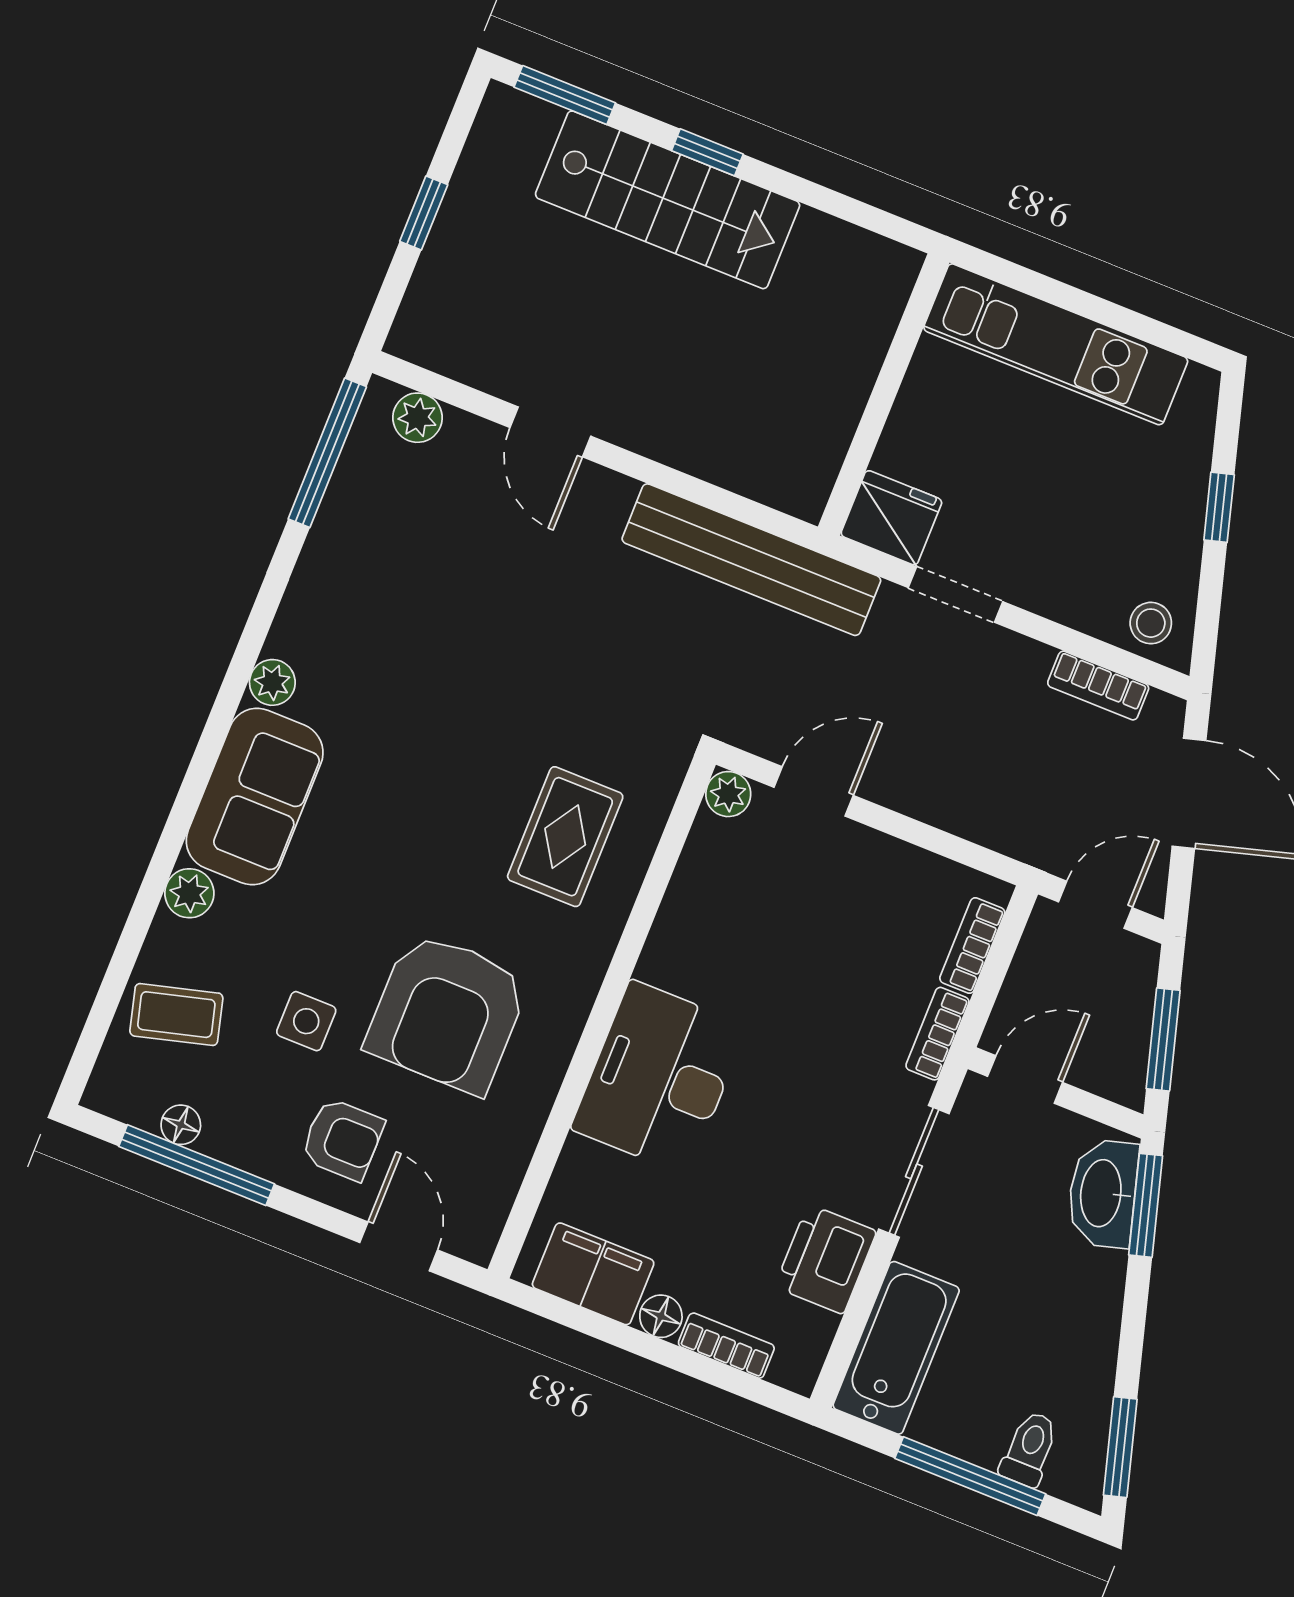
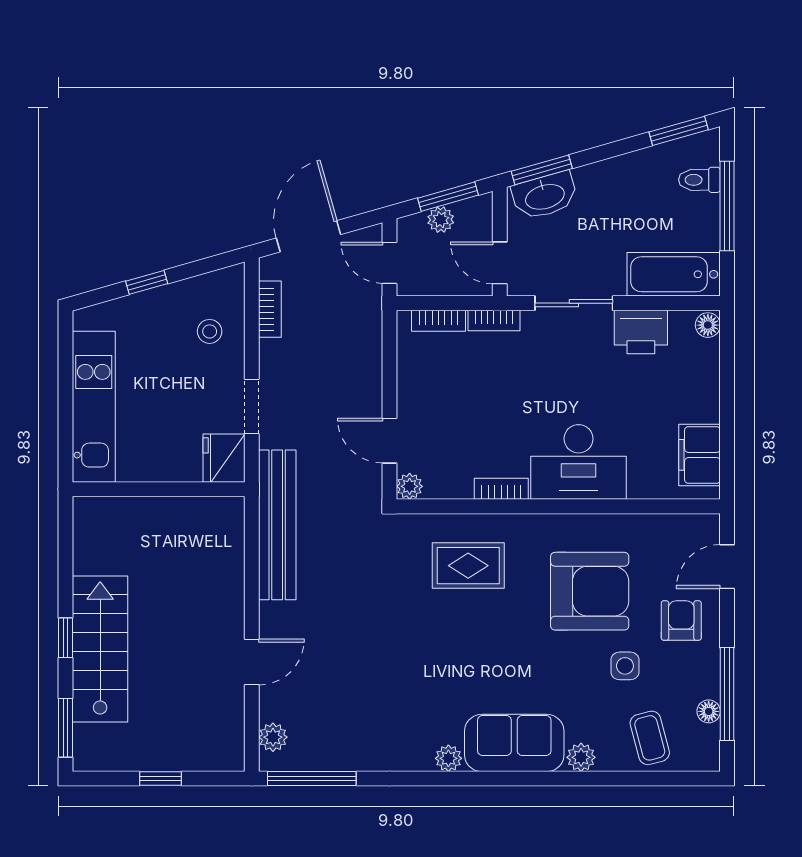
stool: (1151, 623) -> (210, 331), moved
plant: (1131, 1013) -> (441, 220), added
floor lamp: (661, 1316) -> (708, 325), moved
bookcase: (726, 1346) -> (501, 489), moved, turned 90

